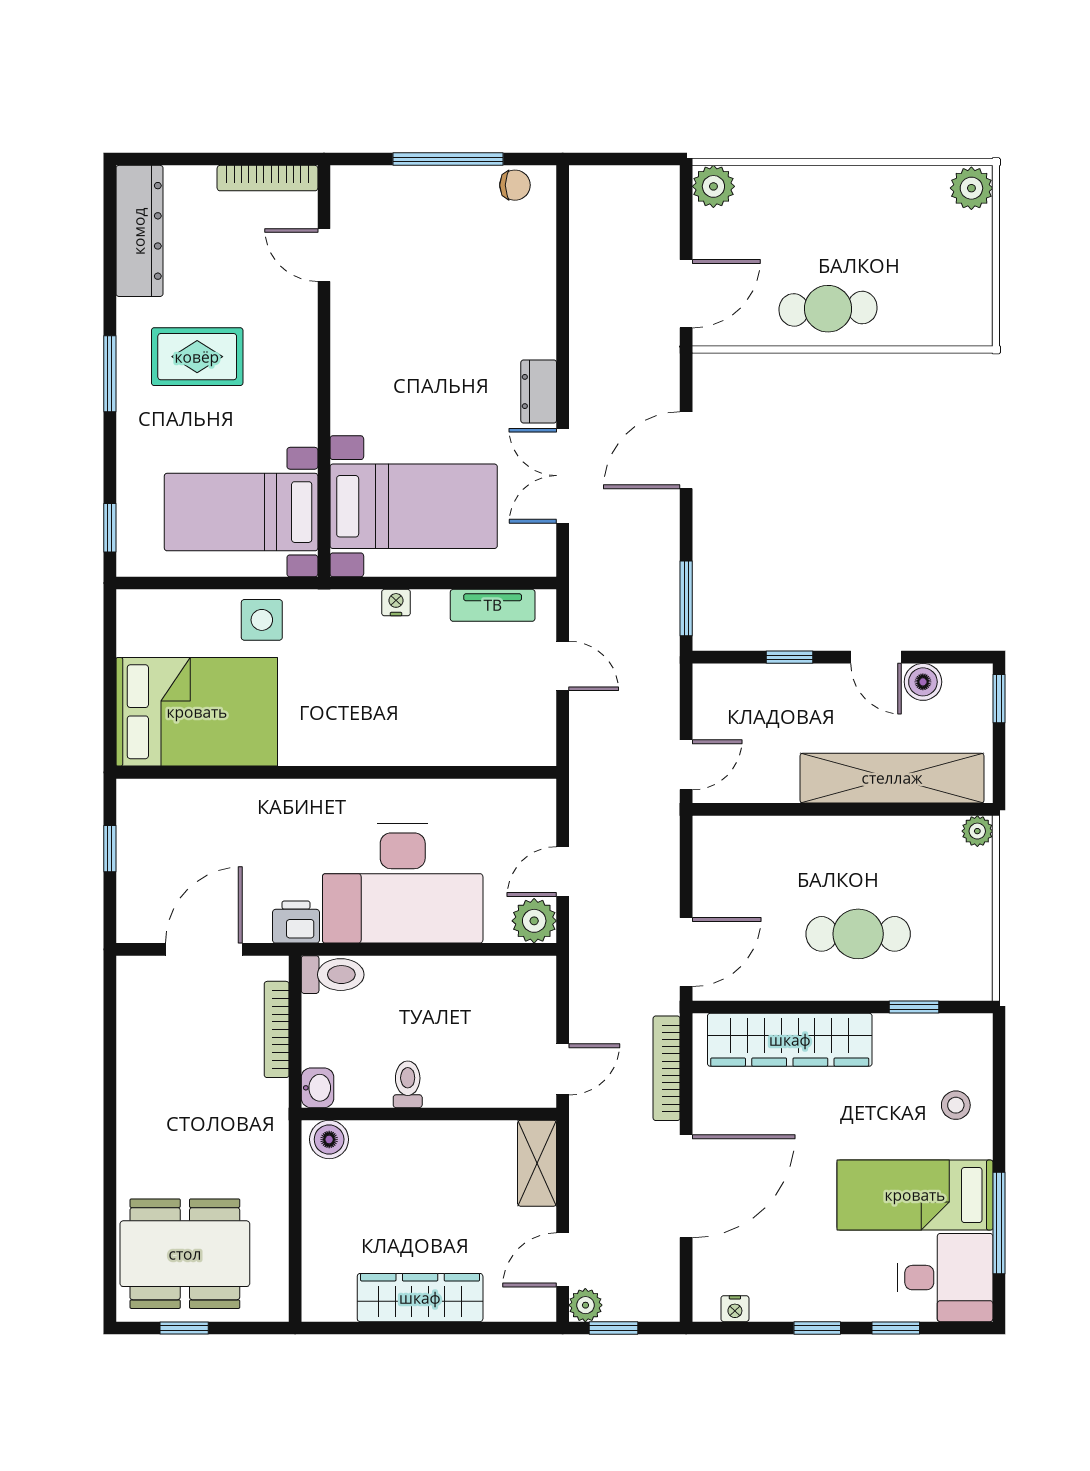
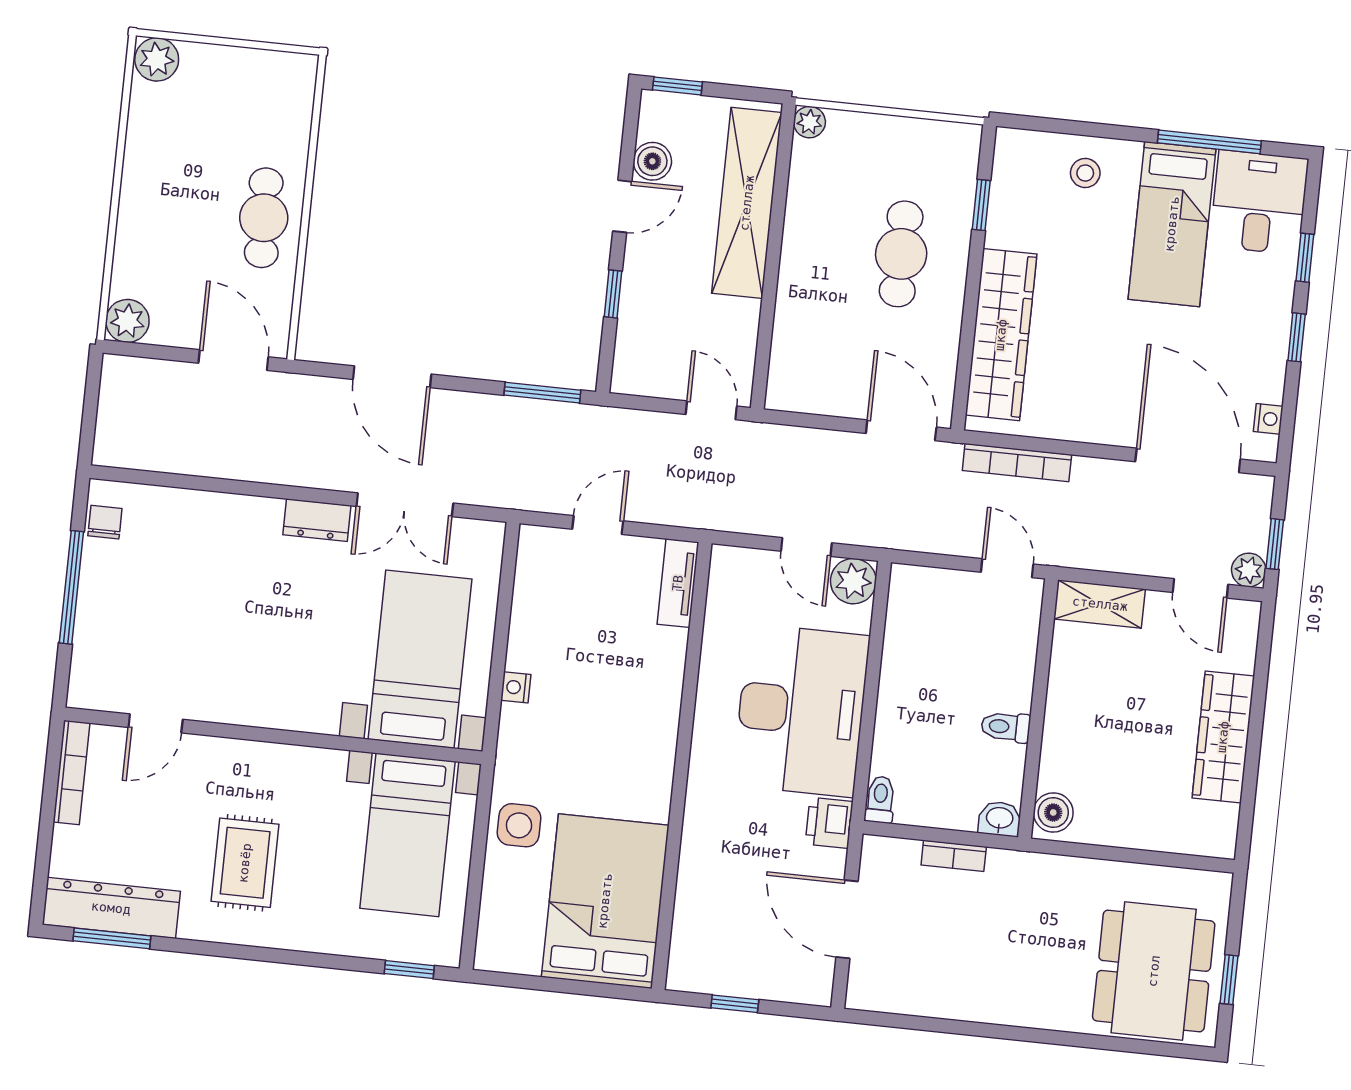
window: (110, 374) -> (112, 938), moved
tv unit: (493, 605) -> (678, 583), moved, turned 180
toilet: (333, 975) -> (880, 800), width x0.73, depth x0.72
bookcase: (277, 1029) -> (954, 856), width x0.64
door: (686, 1186) -> (1188, 460), moved

